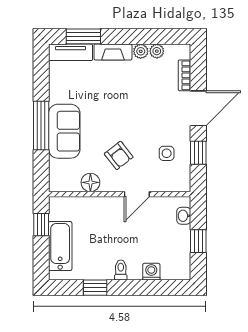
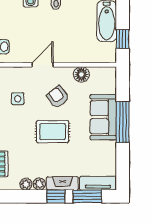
window: (121, 36) -> (56, 196), added
rug: (125, 114) -> (53, 132), added

